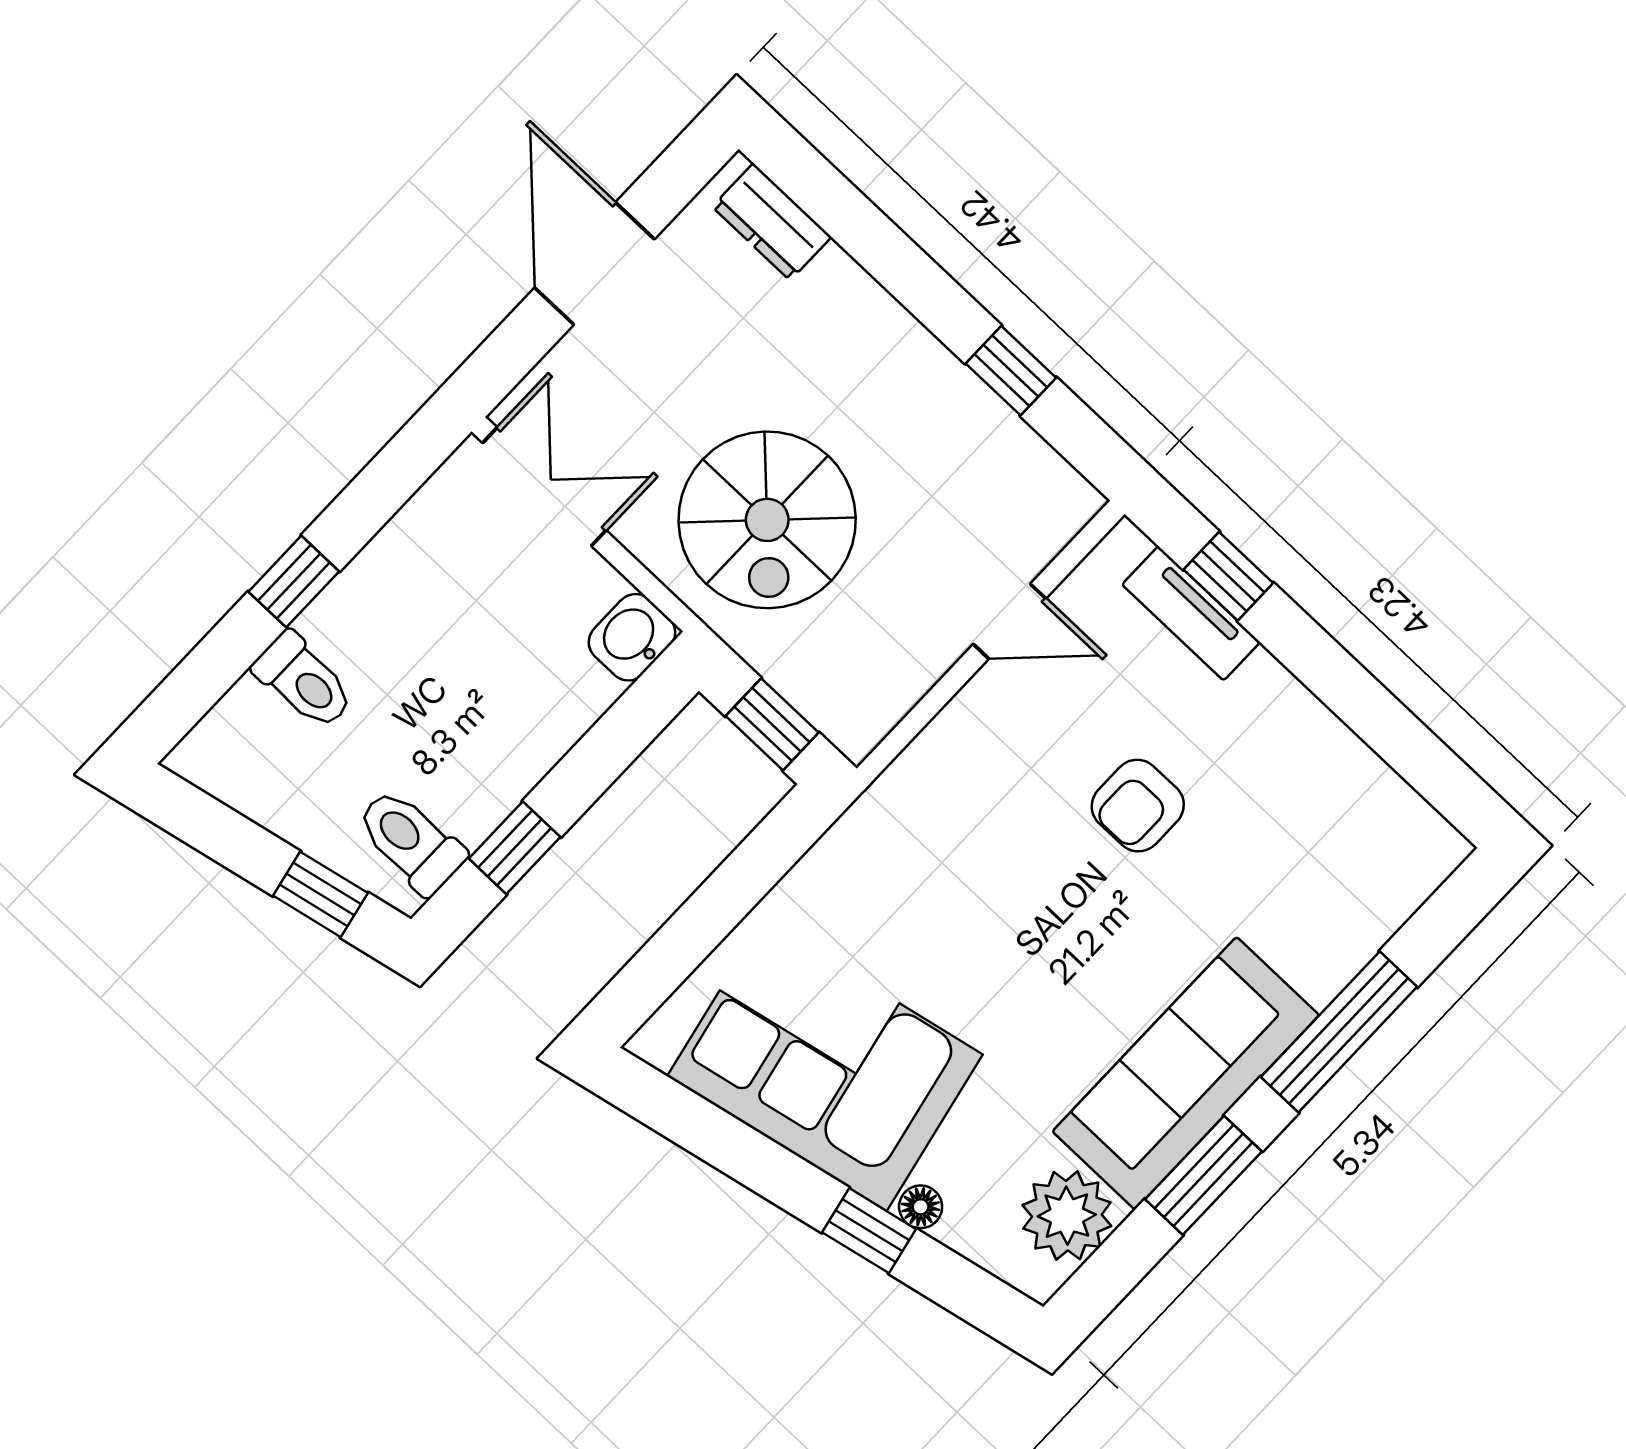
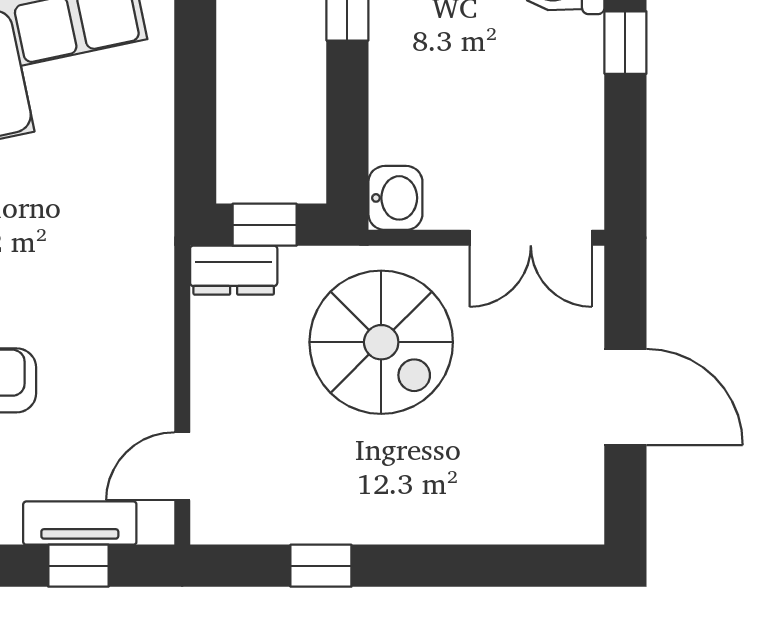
dresser: (772, 222) -> (234, 270), moved, turned 180
spiral stairs: (767, 520) -> (381, 342), turned 180
door: (1010, 621) -> (182, 466), moved

